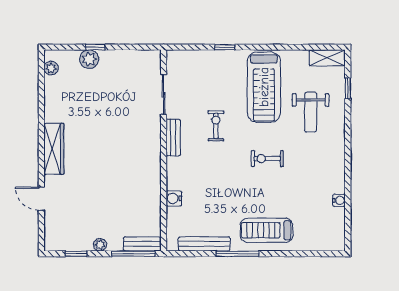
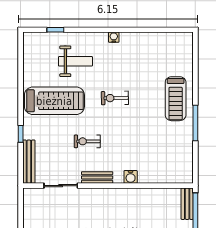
shelving: (327, 58) -> (30, 47), removed
exercise bike: (267, 159) -> (115, 98), turned 89
water cooler: (174, 198) -> (131, 177), moved
water cooler: (339, 200) -> (114, 37), moved
bench: (204, 244) -> (29, 162), moved

